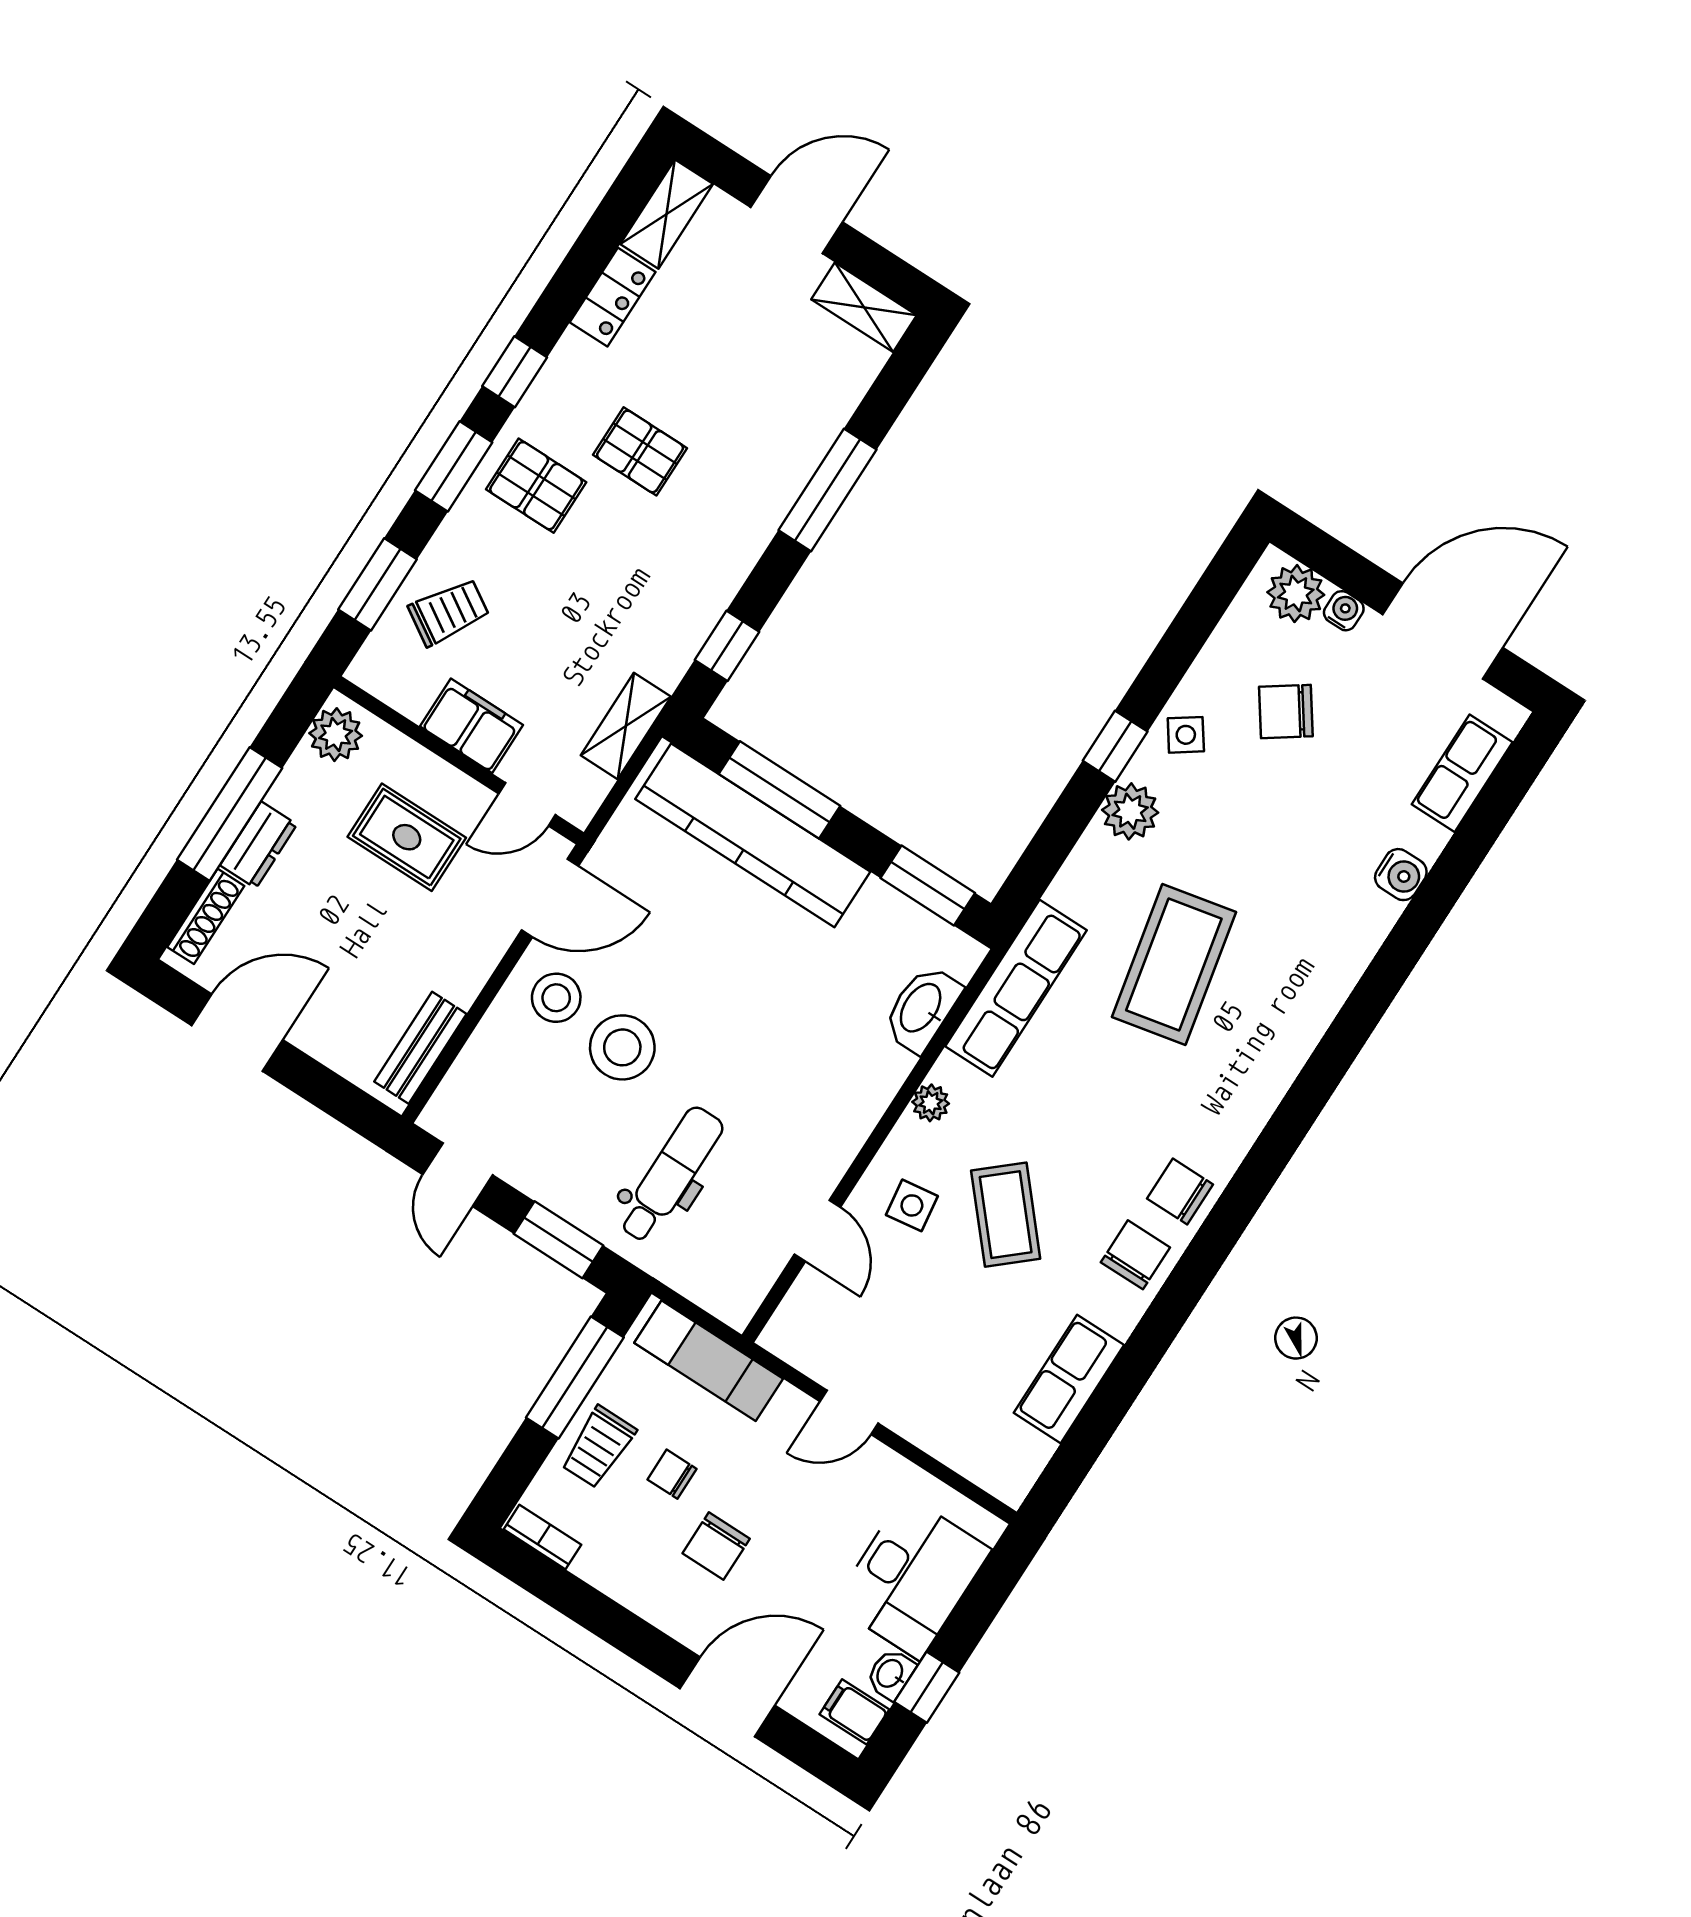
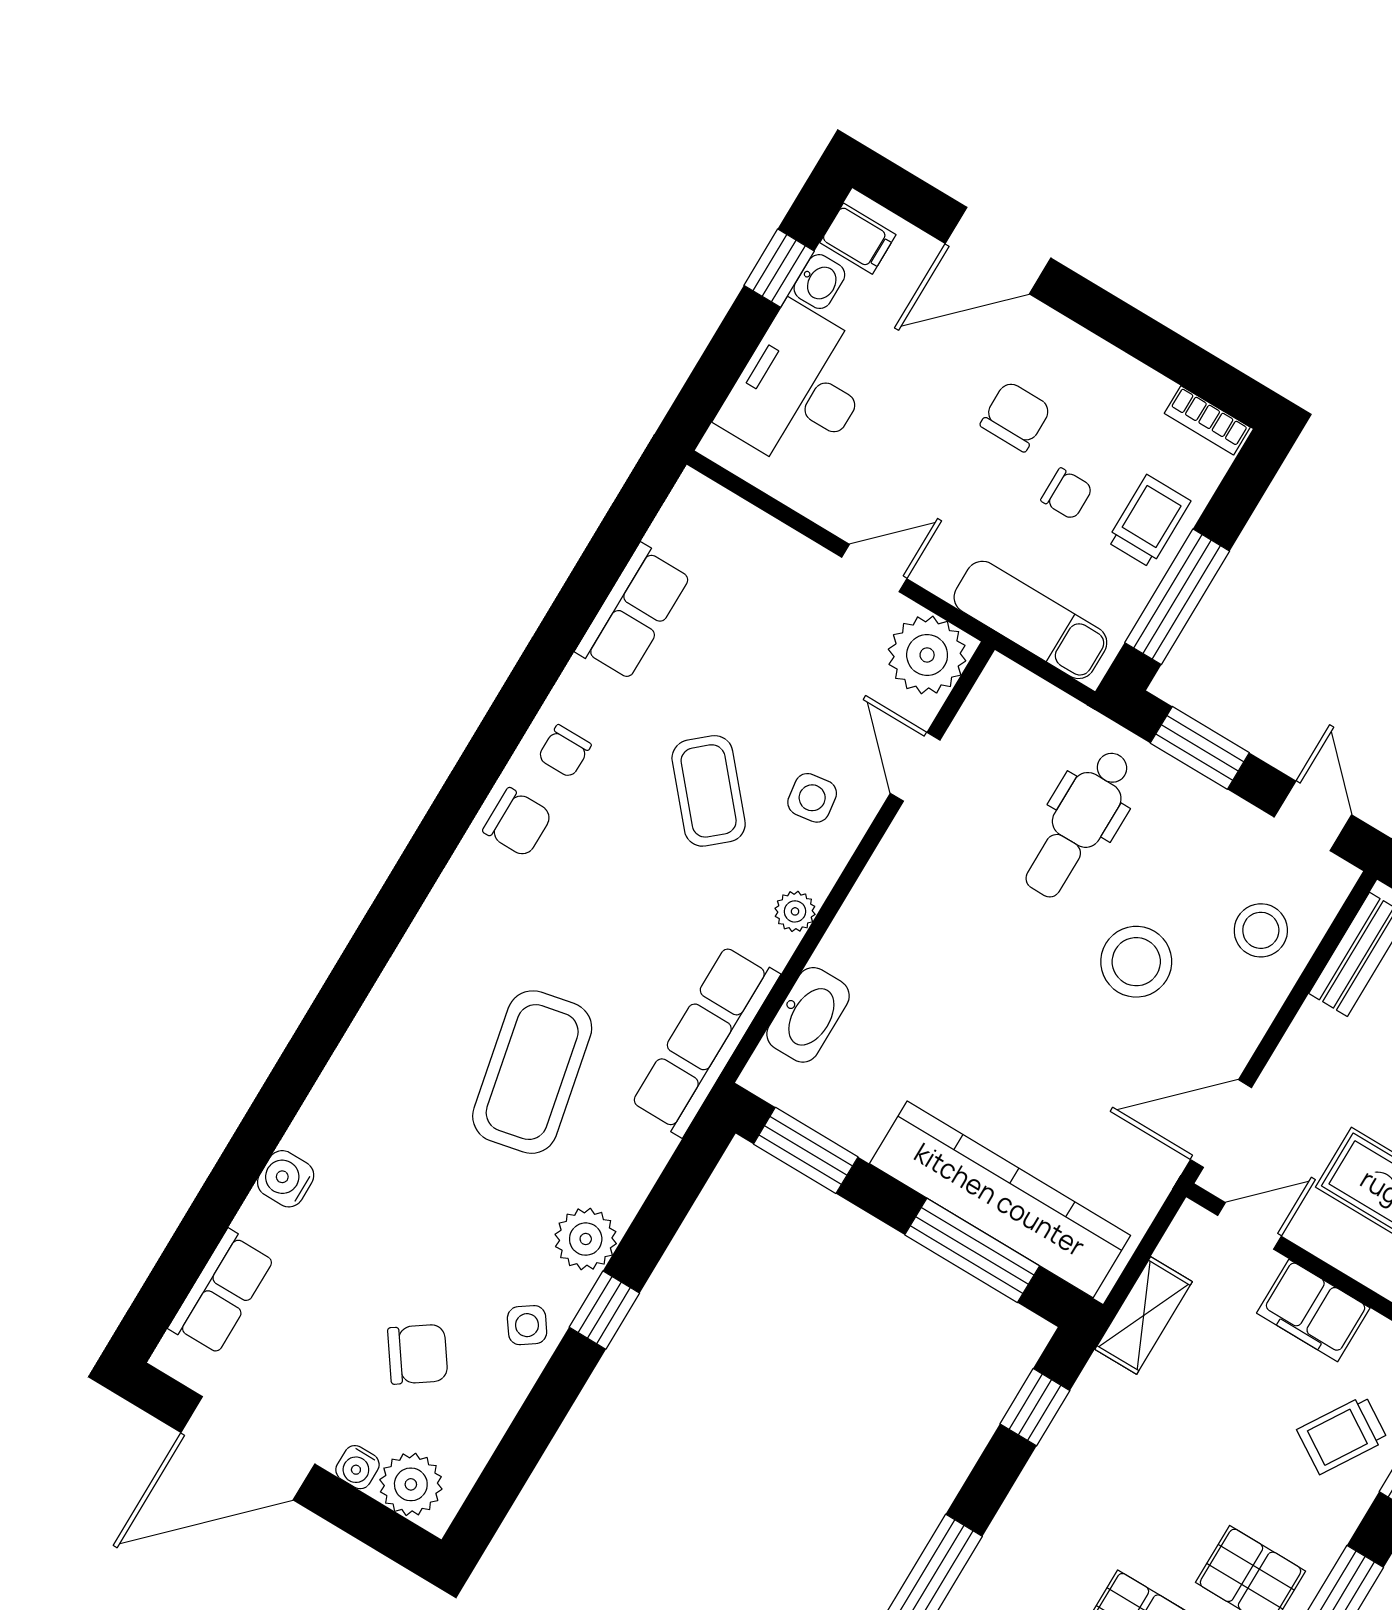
stool: (556, 998) -> (1261, 930), moved
chair: (1135, 1255) -> (564, 751), width x0.73, depth x0.73
plant: (803, 1332) -> (927, 655), added

